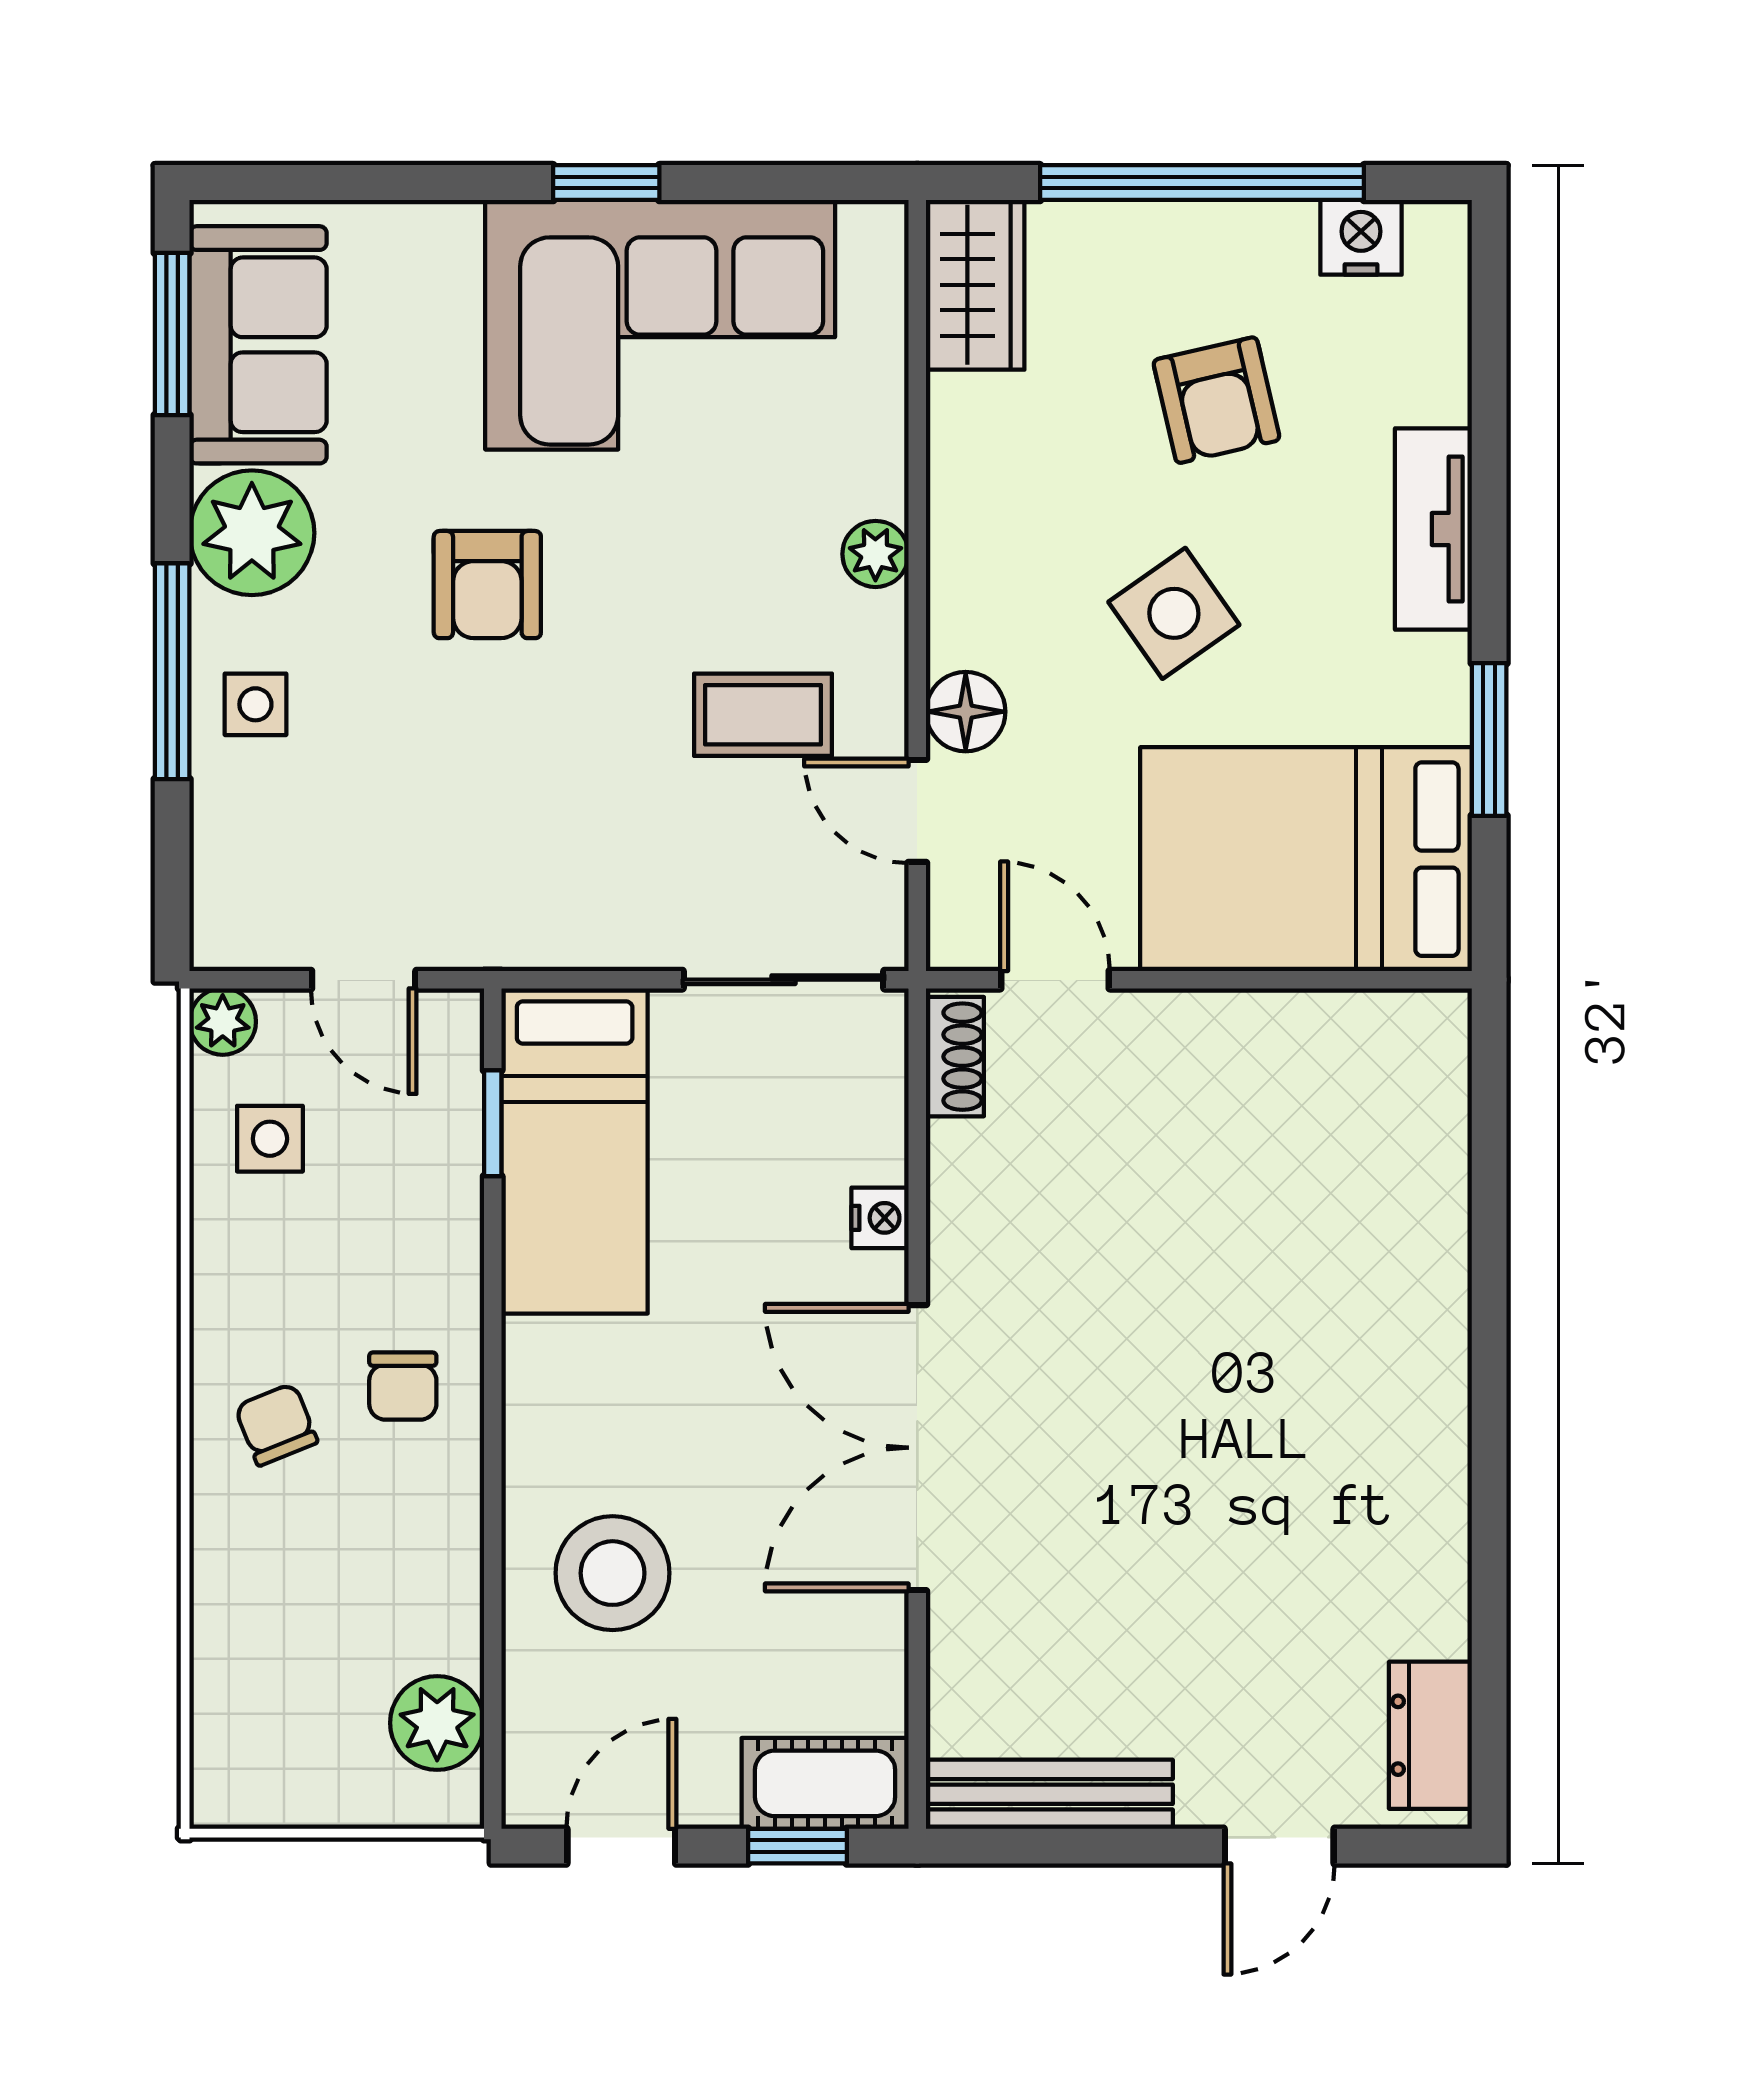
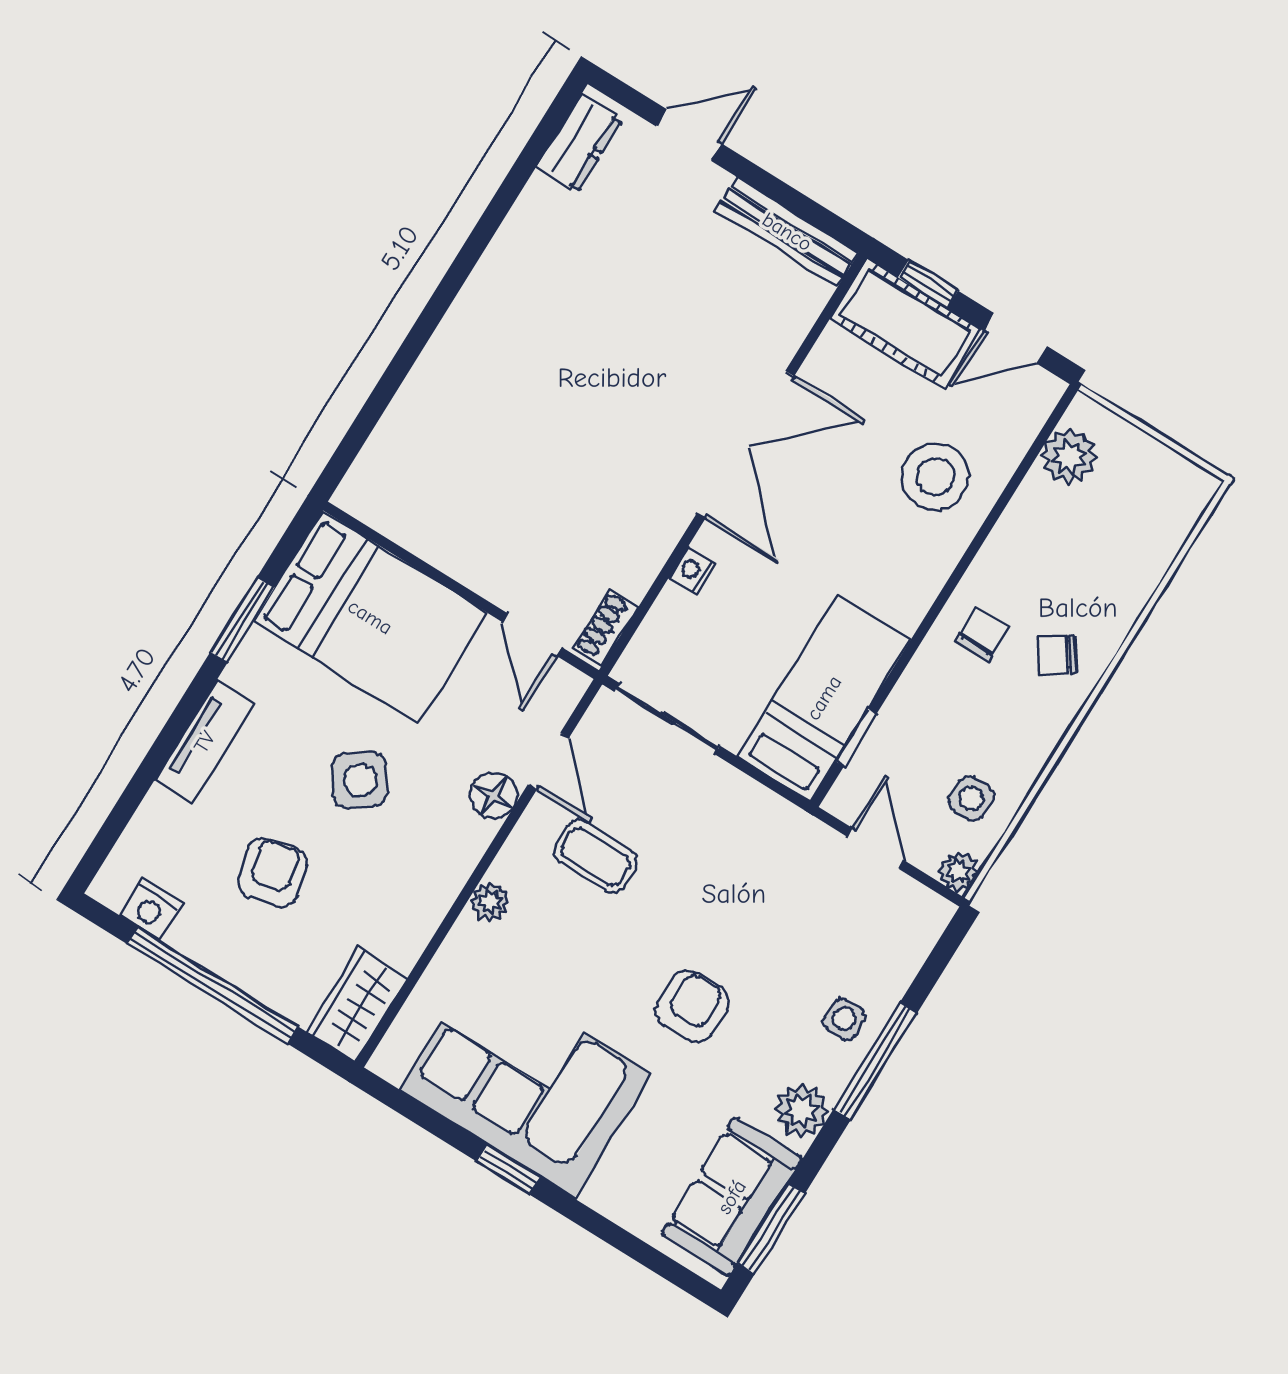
plant: (252, 533) -> (801, 1110), width x0.73, depth x0.73
chair: (276, 1425) -> (1057, 655), turned 78
cot: (825, 1783) -> (906, 324), width x1.37, depth x1.34

